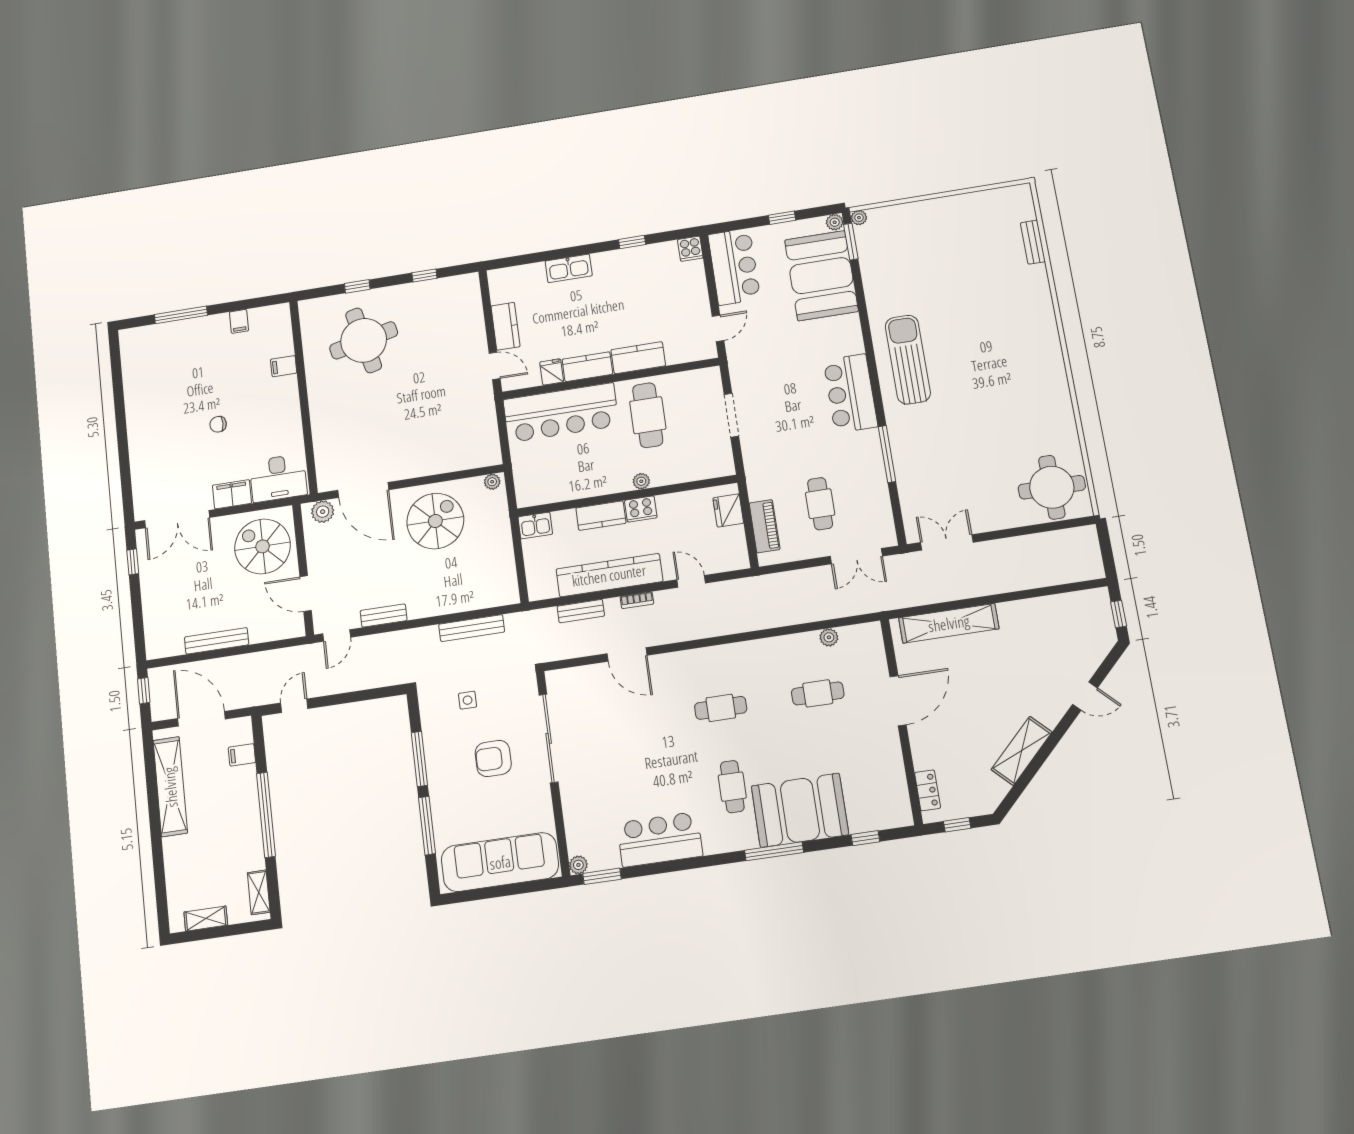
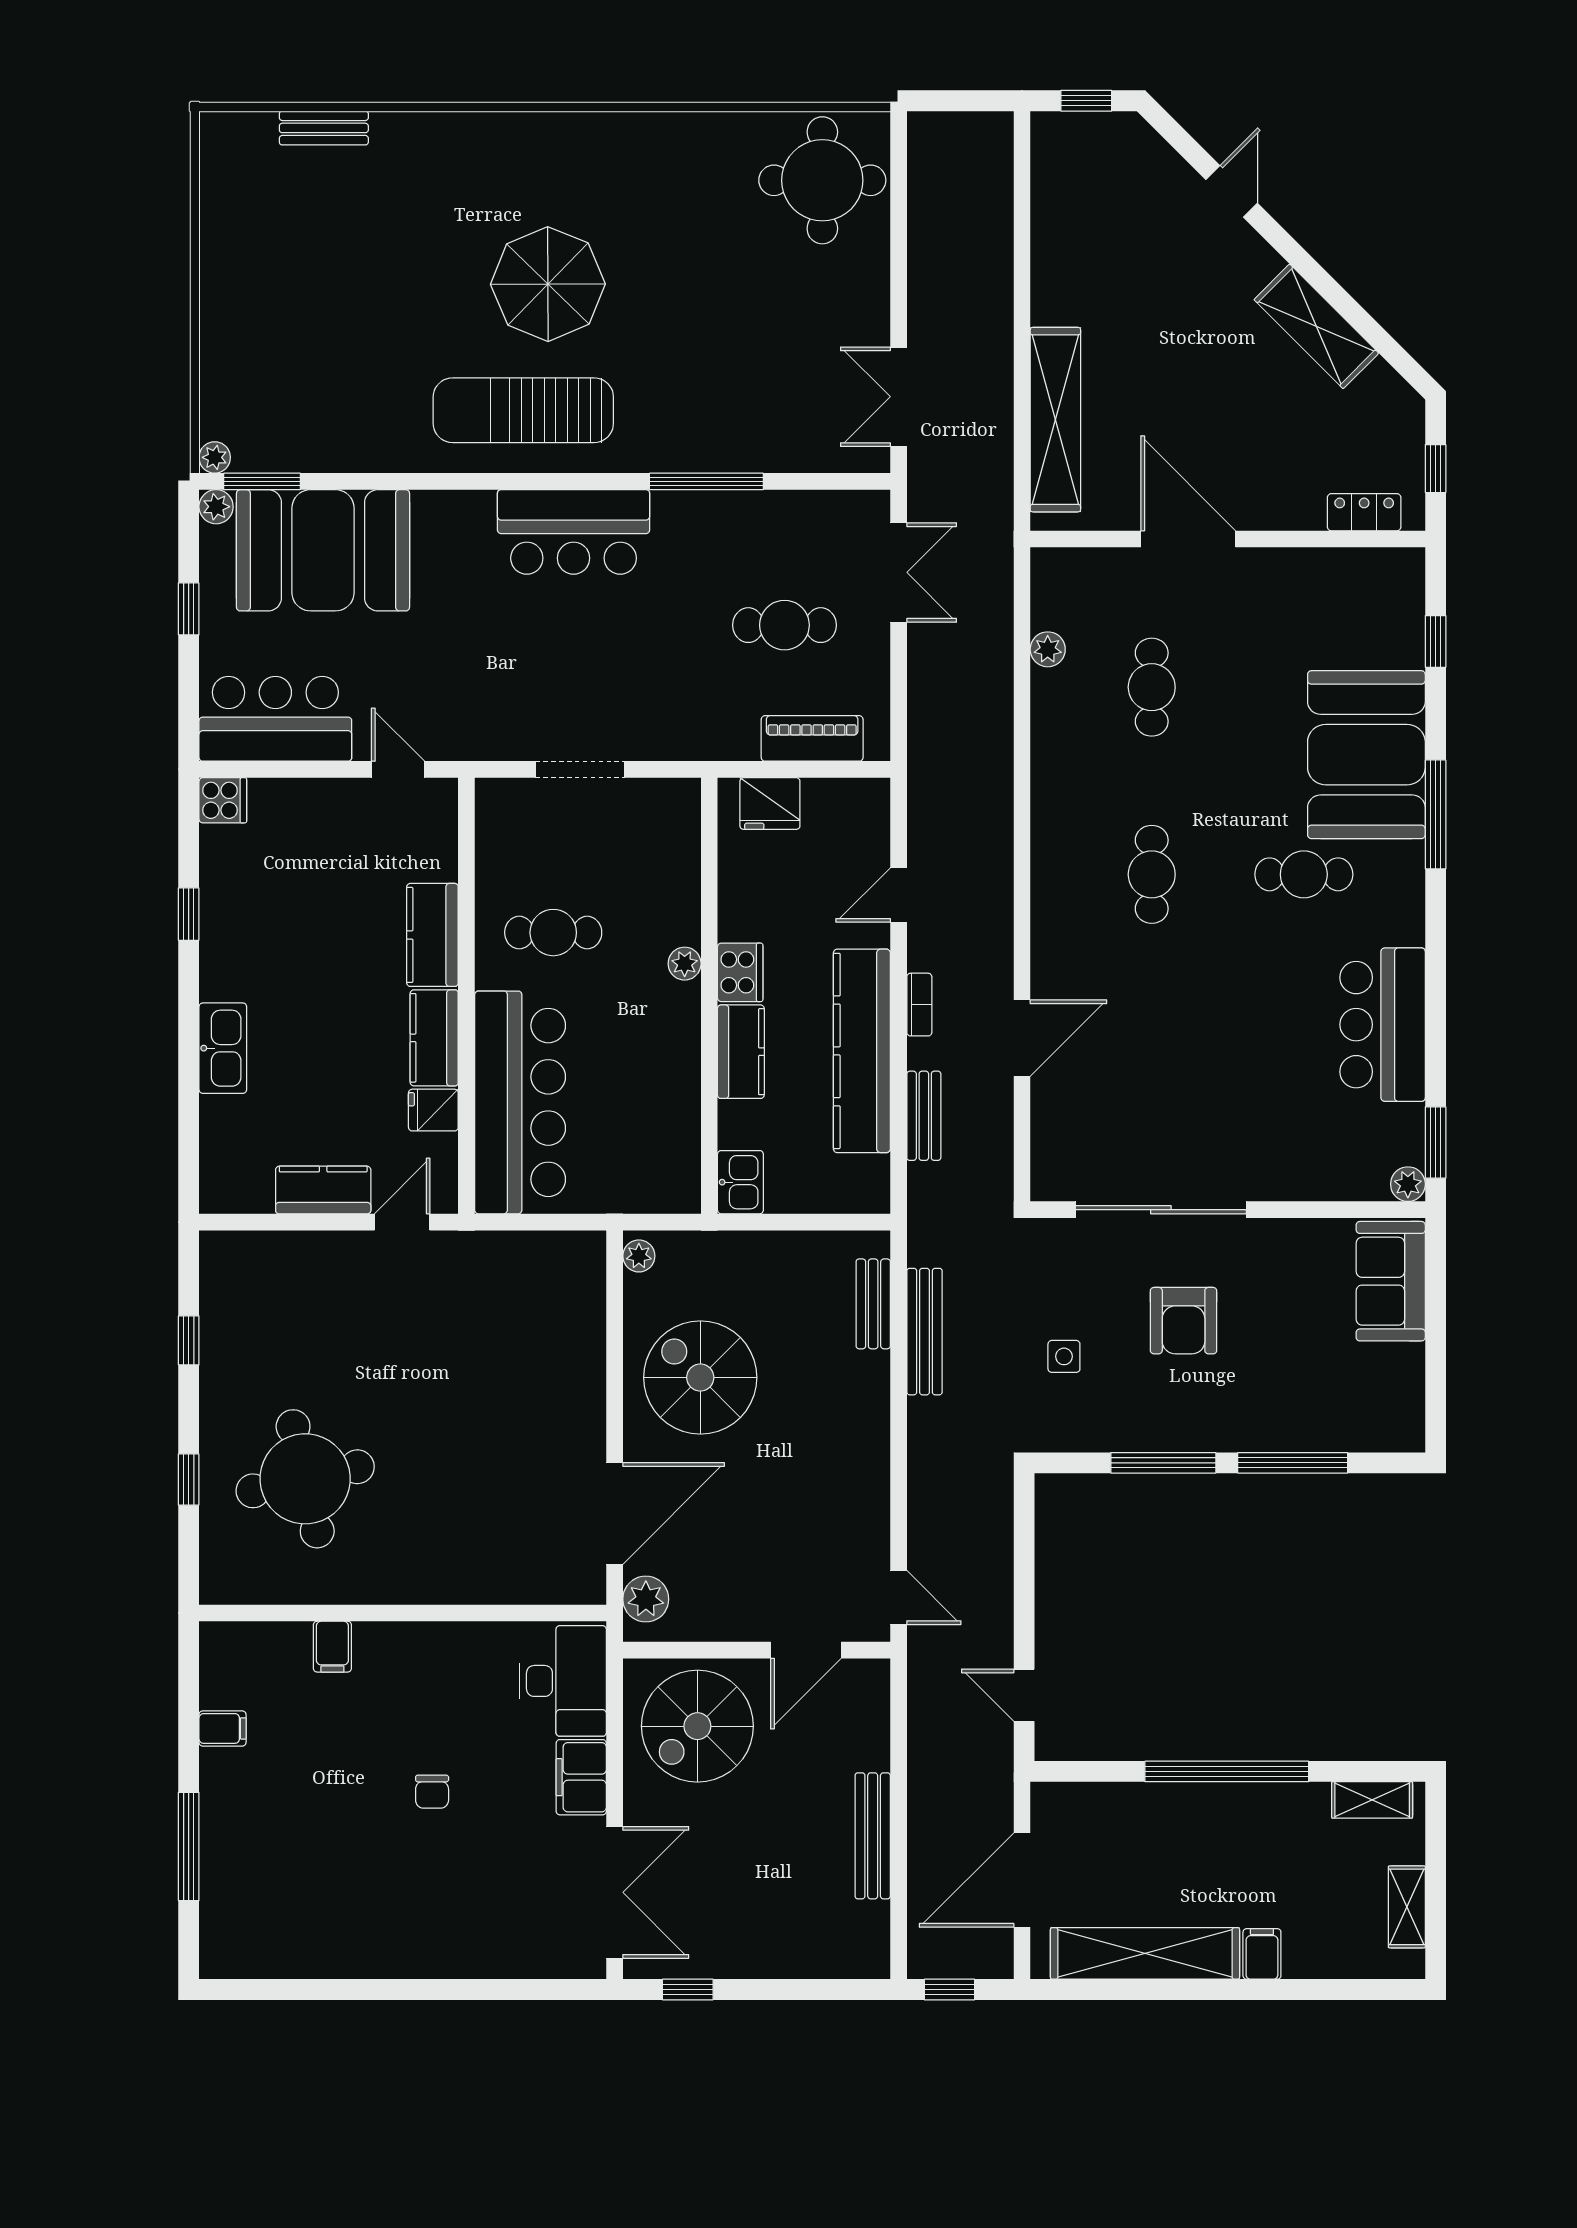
parasol: (974, 361) -> (548, 284), added
cafe table: (648, 415) -> (553, 933), width x0.73, depth x0.74
bench: (384, 616) -> (873, 1304), moved
filing cabinet: (242, 755) -> (1262, 1954), moved, turned 180
sofa: (500, 862) -> (1391, 1281), width x0.54, depth x0.79

